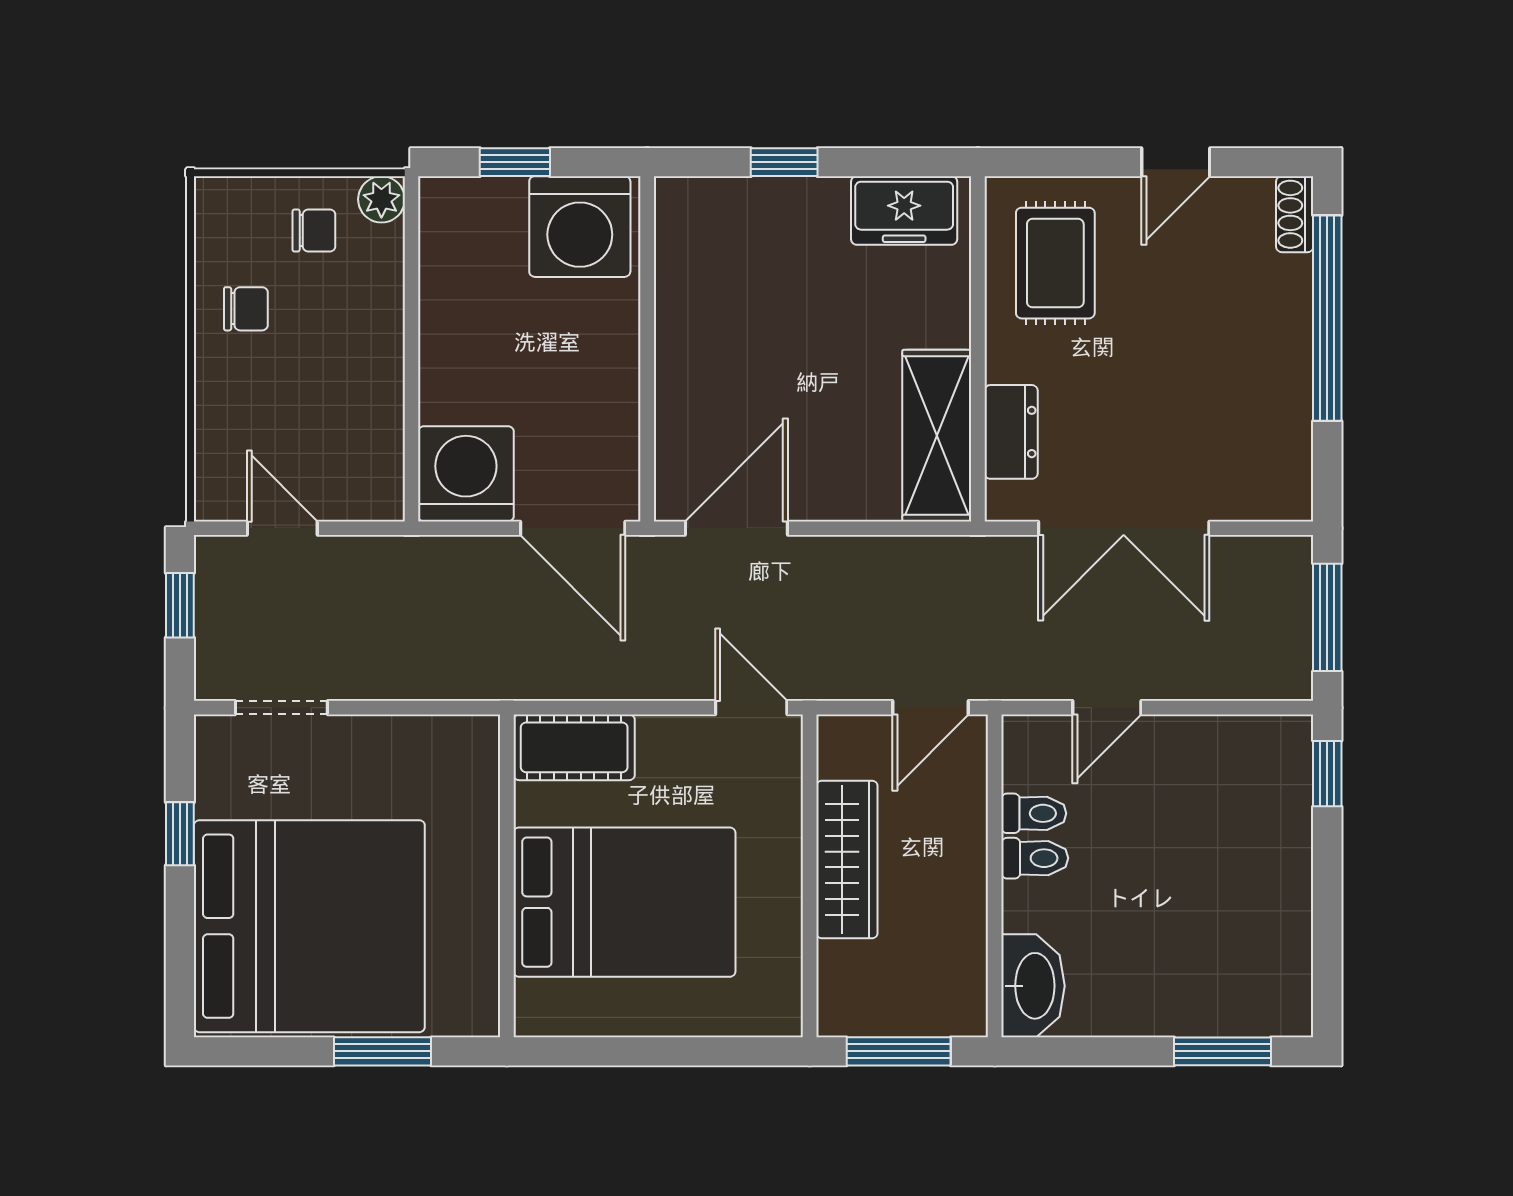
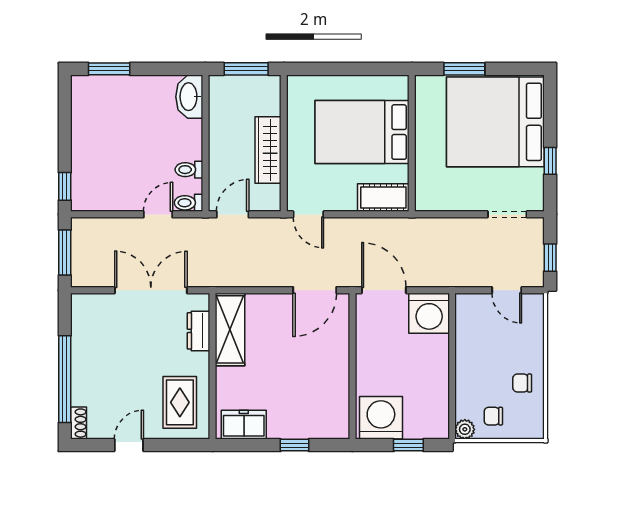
toilet: (1035, 858) -> (189, 203), moved

